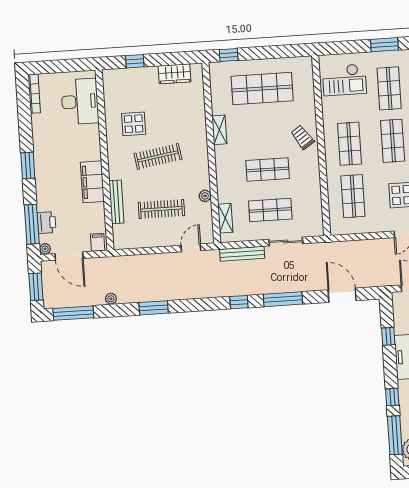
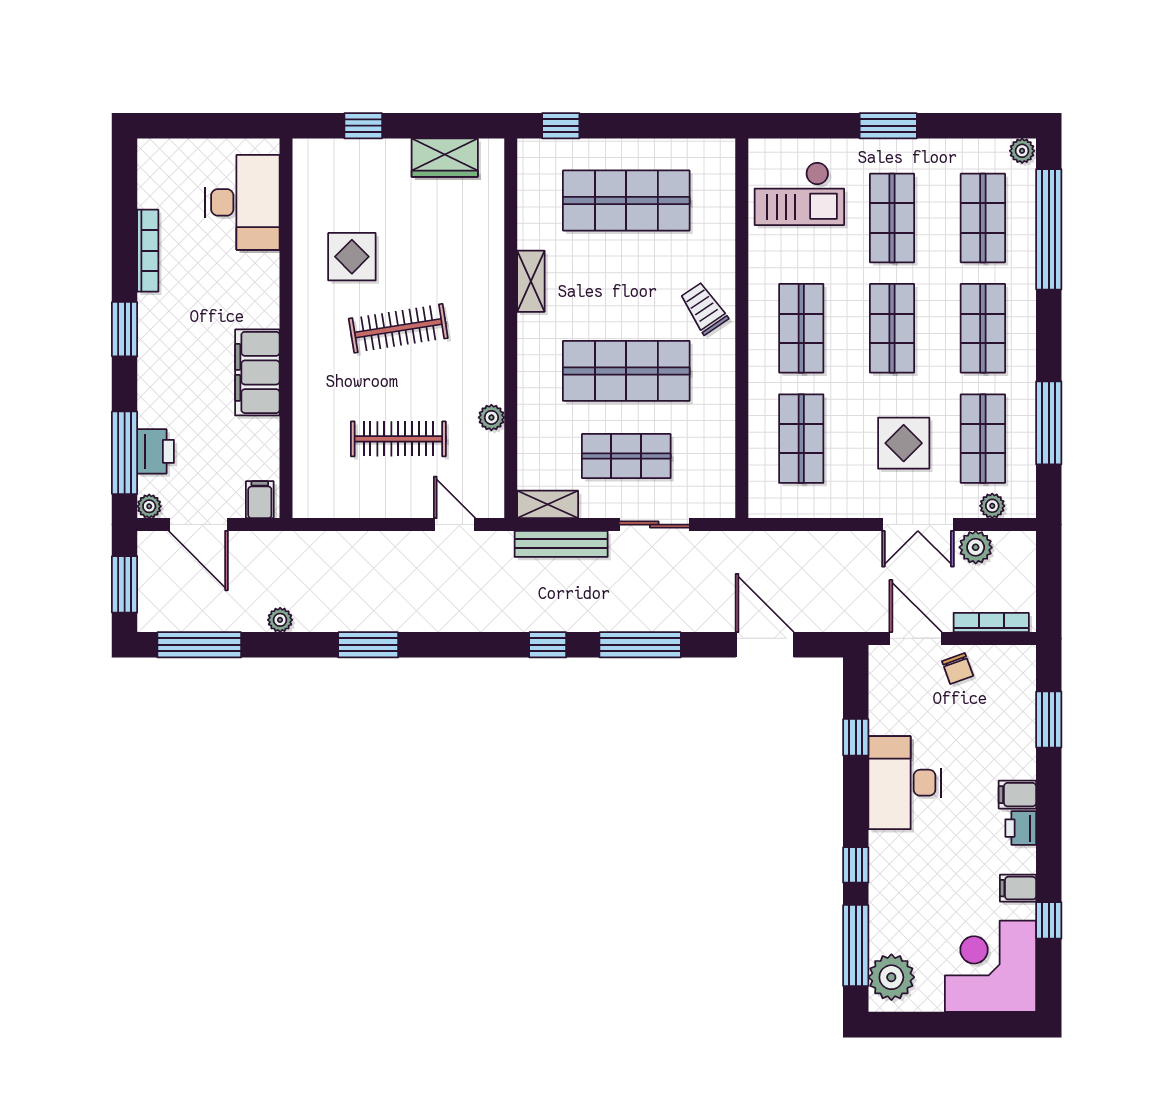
bookcase: (34, 94) -> (148, 251), moved
shop shelf: (268, 169) -> (626, 371), width x1.43, depth x1.36
bench: (116, 202) -> (305, 418), removed
shelving: (225, 218) -> (548, 504), moved, turned 90
door: (191, 248) -> (455, 525), hinge flipped

